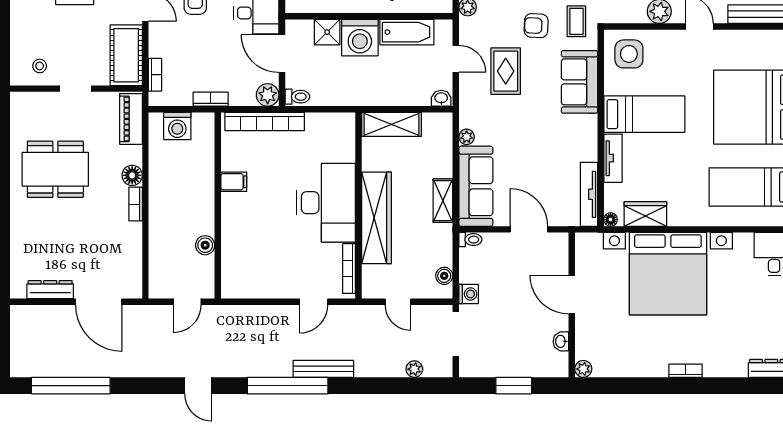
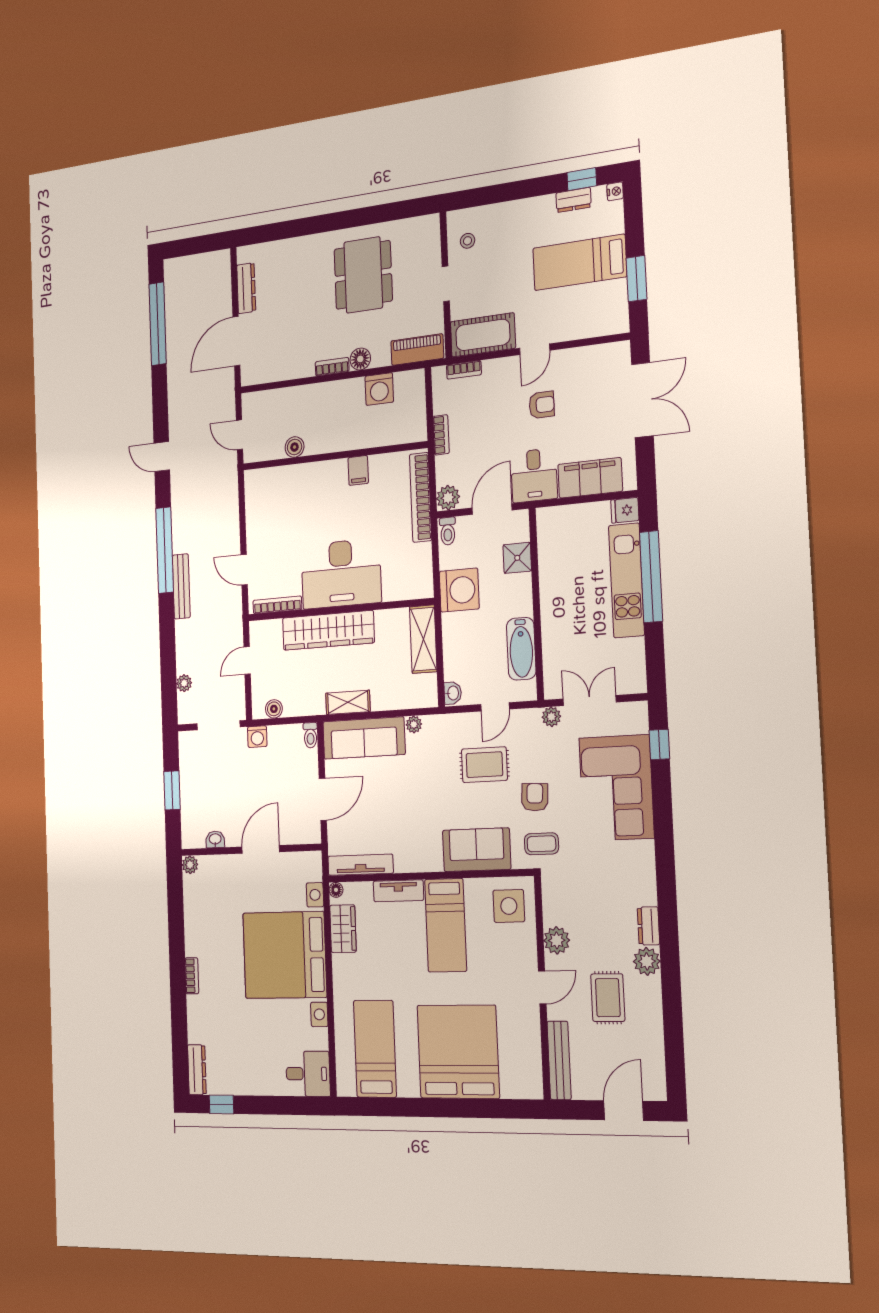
washing machine: (360, 38) -> (459, 590), moved, turned 180
washing machine: (177, 126) -> (379, 389), moved, turned -90
door: (198, 386) -> (162, 457), hinge flipped

